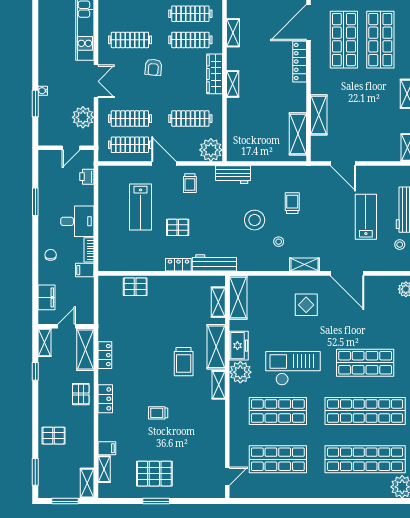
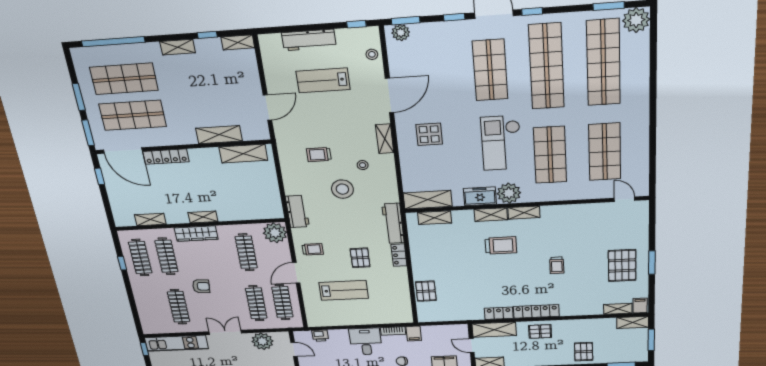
stool: (400, 245) -> (372, 54), moved
shelving: (216, 347) -> (491, 215), width x0.67, depth x0.75
locker: (105, 399) -> (536, 311), width x1.53
filing cabinet: (107, 448) -> (640, 306), moved

